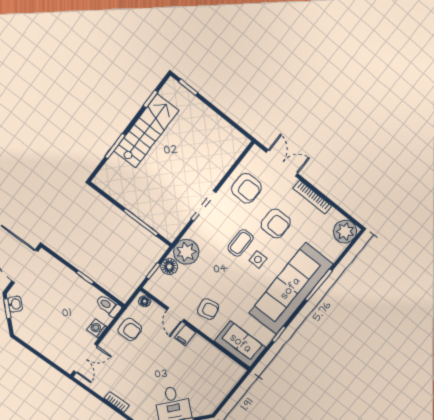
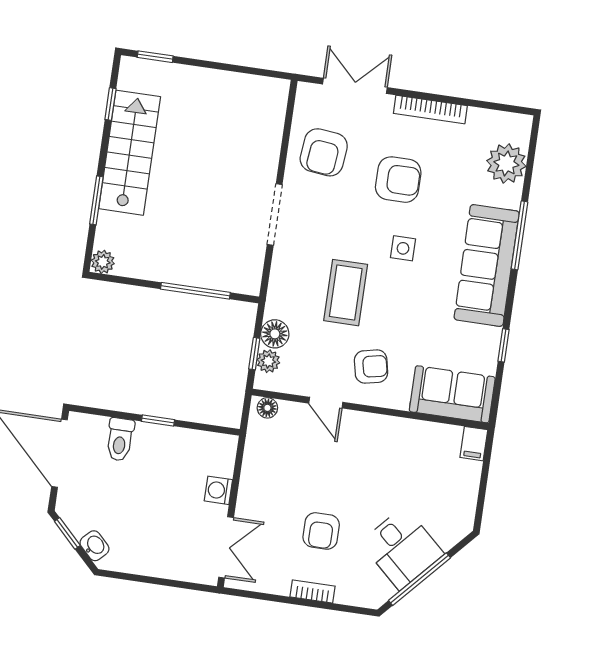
plant: (101, 180) -> (103, 262), added
armchair: (246, 188) -> (324, 152), turned 96
plant: (345, 232) -> (506, 164), moved
coffee table: (240, 243) -> (346, 293), moved, width x1.36, depth x1.30
plant: (186, 252) -> (268, 361), moved, width x0.53, depth x0.53
sofa: (291, 289) -> (487, 265), width x0.74, depth x0.79
washbasin: (15, 304) -> (94, 546), moved
toilet: (108, 306) -> (120, 439), moved, turned -90
armchair: (130, 329) -> (321, 531), moved, turned 90
filing cabinet: (185, 335) -> (474, 444), moved

